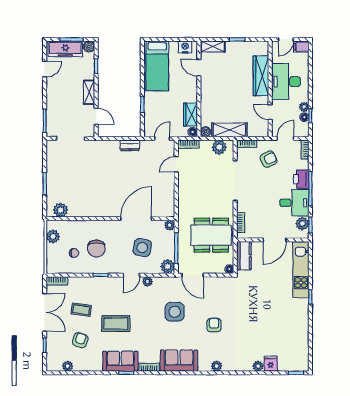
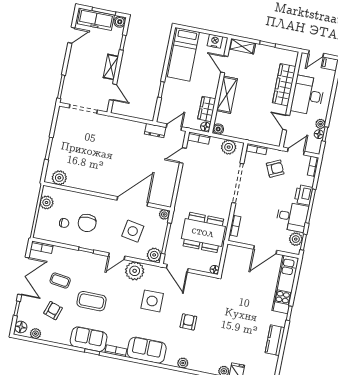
shelving: (229, 130) -> (227, 95), moved, turned 90
dresser: (130, 145) -> (155, 131), moved
kitchen counter: (244, 256) -> (275, 340), moved, turned 180
plant: (148, 282) -> (135, 271), width x1.87, depth x1.87
floor lamp: (52, 362) -> (21, 327), added

